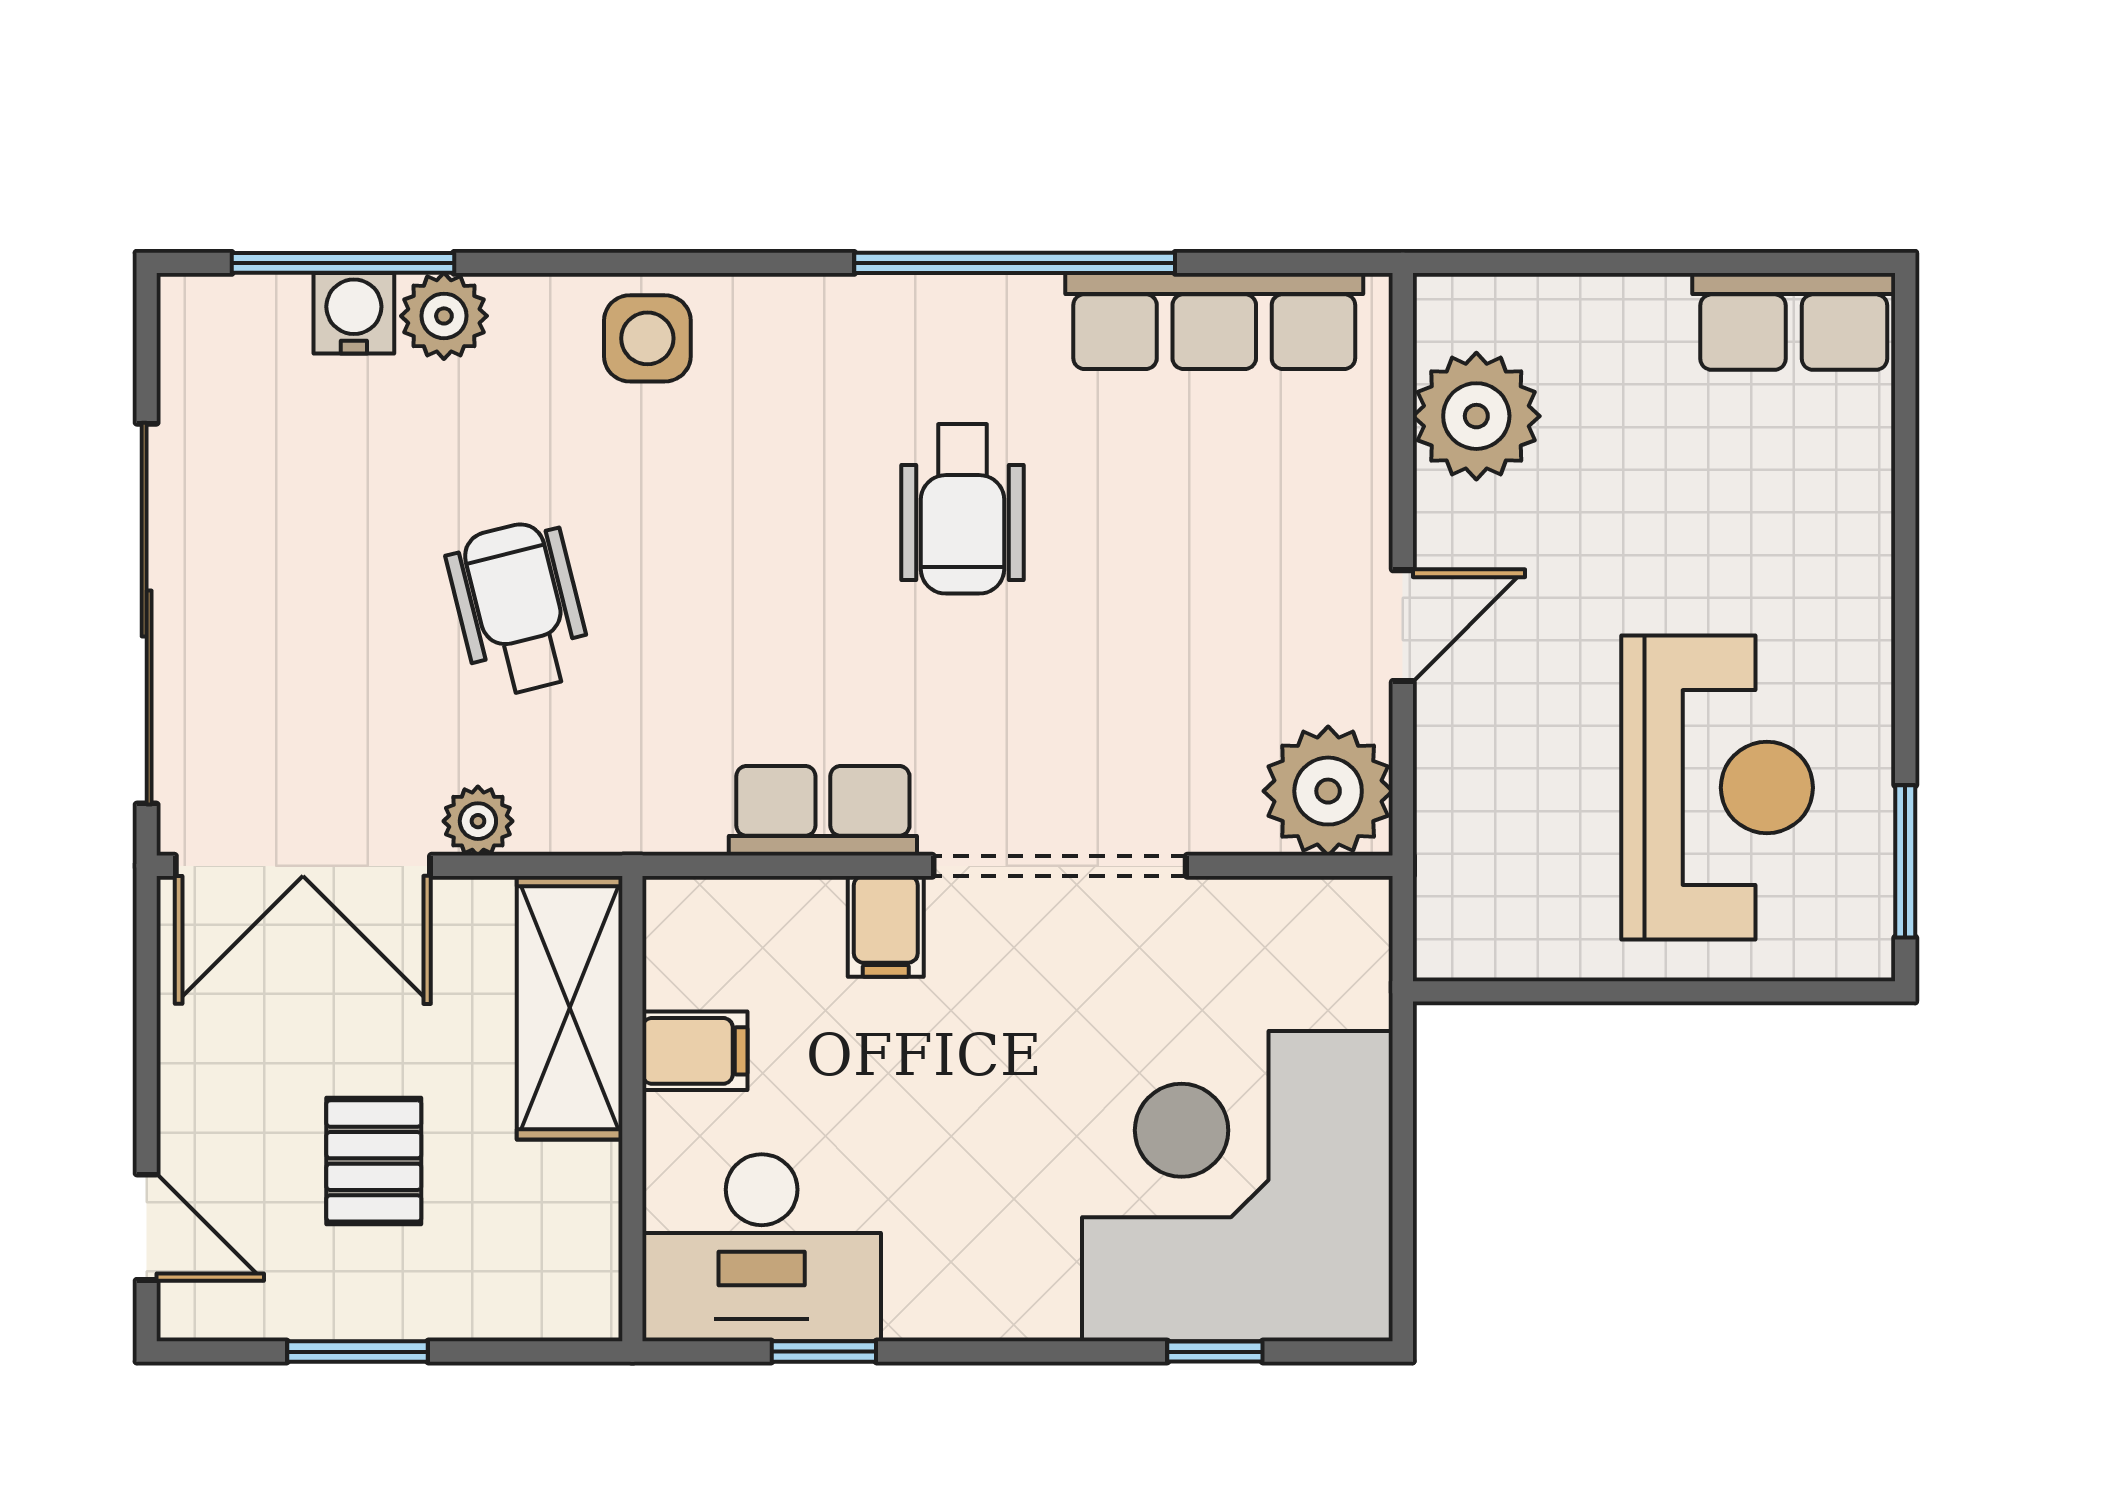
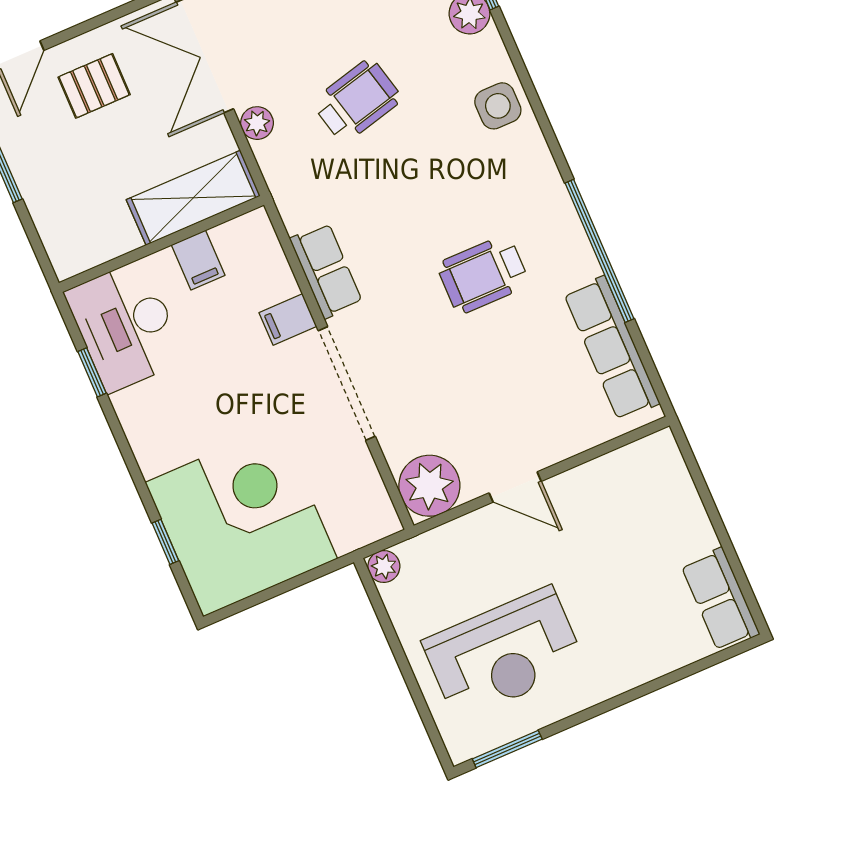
plant: (1476, 416) -> (384, 566), moved, width x0.53, depth x0.53
pallet: (374, 1161) -> (94, 86), moved

